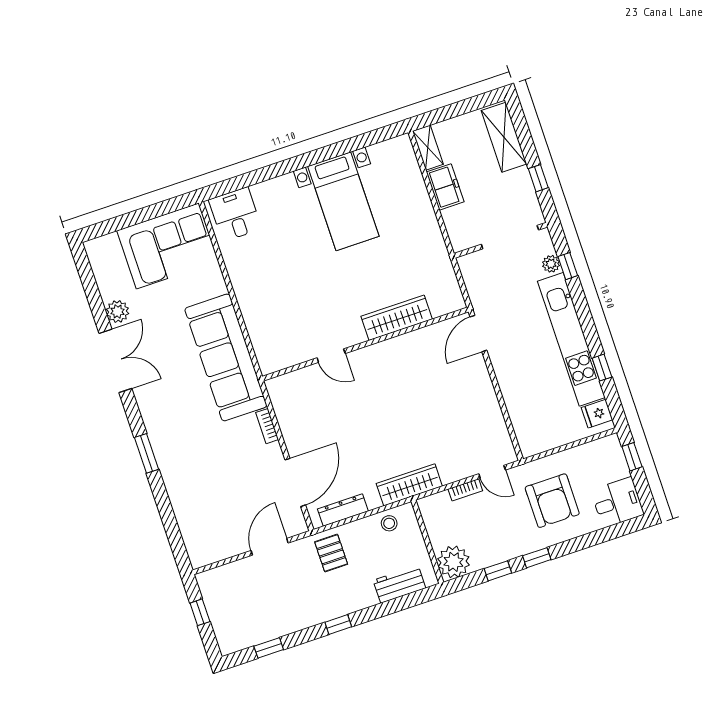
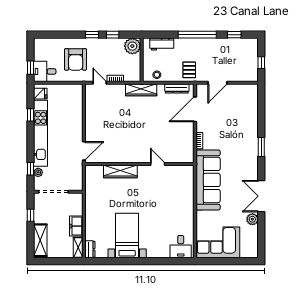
dresser: (405, 152) -> (90, 249), added
armchair: (552, 501) -> (76, 59), turned 180
desk: (617, 502) -> (45, 71), moved
window: (338, 625) -> (197, 35), width x3.17

